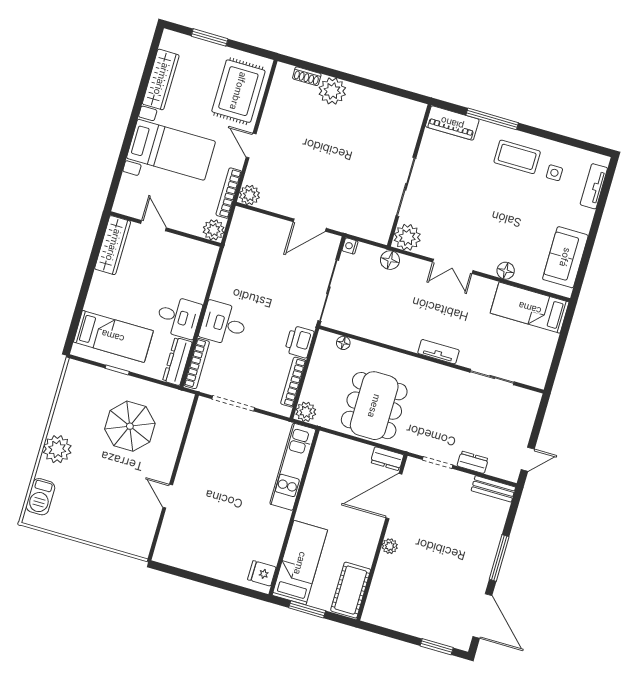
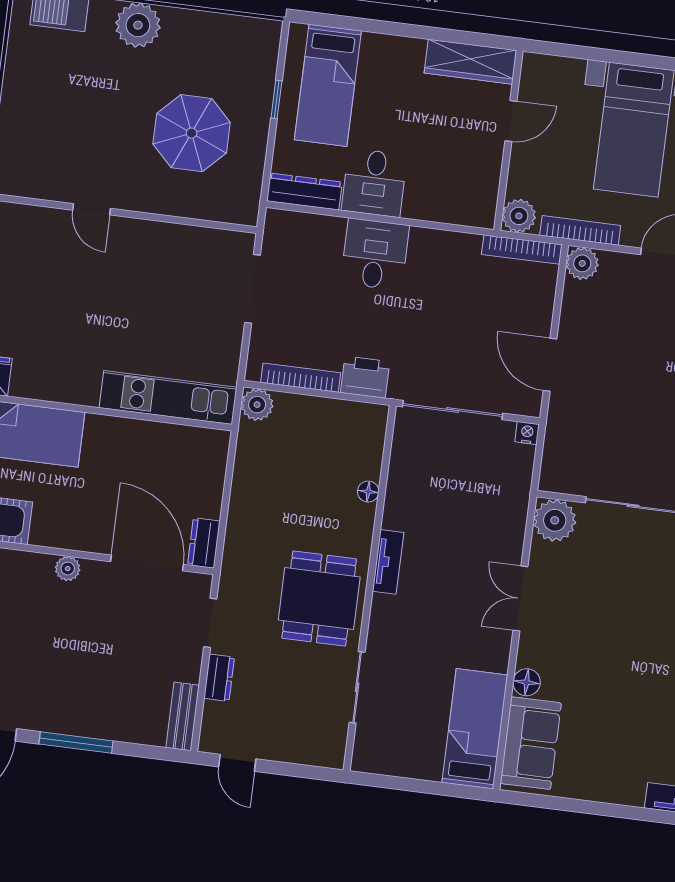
sofa: (565, 257) -> (531, 743), moved, turned 90
floor lamp: (390, 260) -> (515, 499), removed
floor lamp: (343, 343) -> (368, 492), moved
tv unit: (438, 352) -> (388, 562), moved
bookcase: (197, 364) -> (522, 250), moved
dining table: (374, 406) -> (319, 599), moved, width x0.73
door: (168, 496) -> (91, 209), swing flipped

